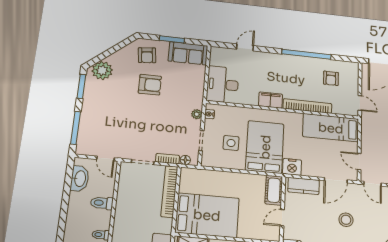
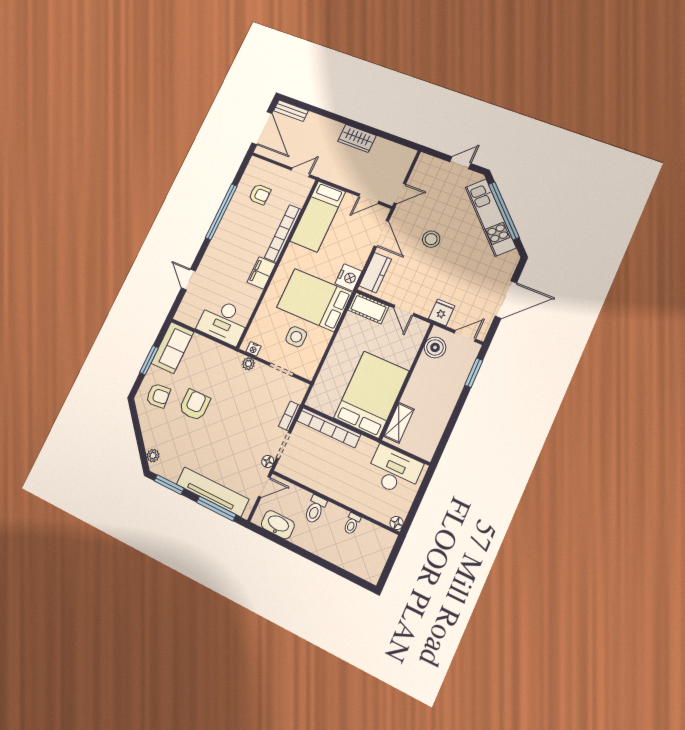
plant: (102, 70) -> (153, 456), width x0.53, depth x0.53
tv unit: (88, 121) -> (212, 492), added
floor lamp: (185, 160) -> (268, 461), moved

